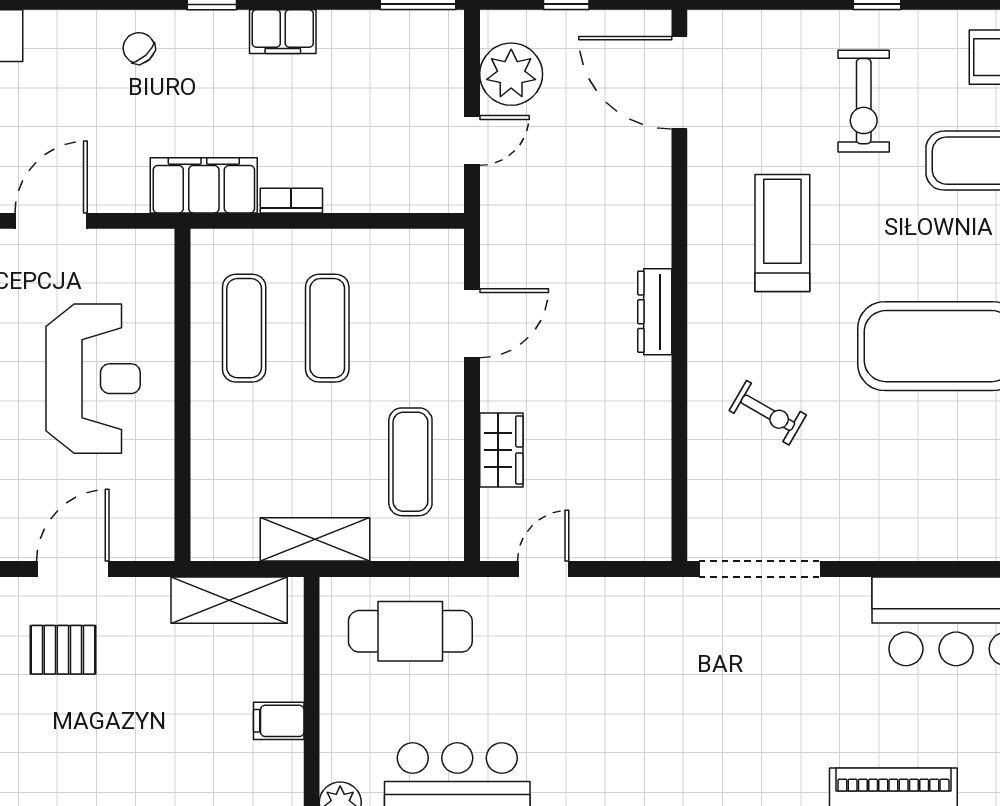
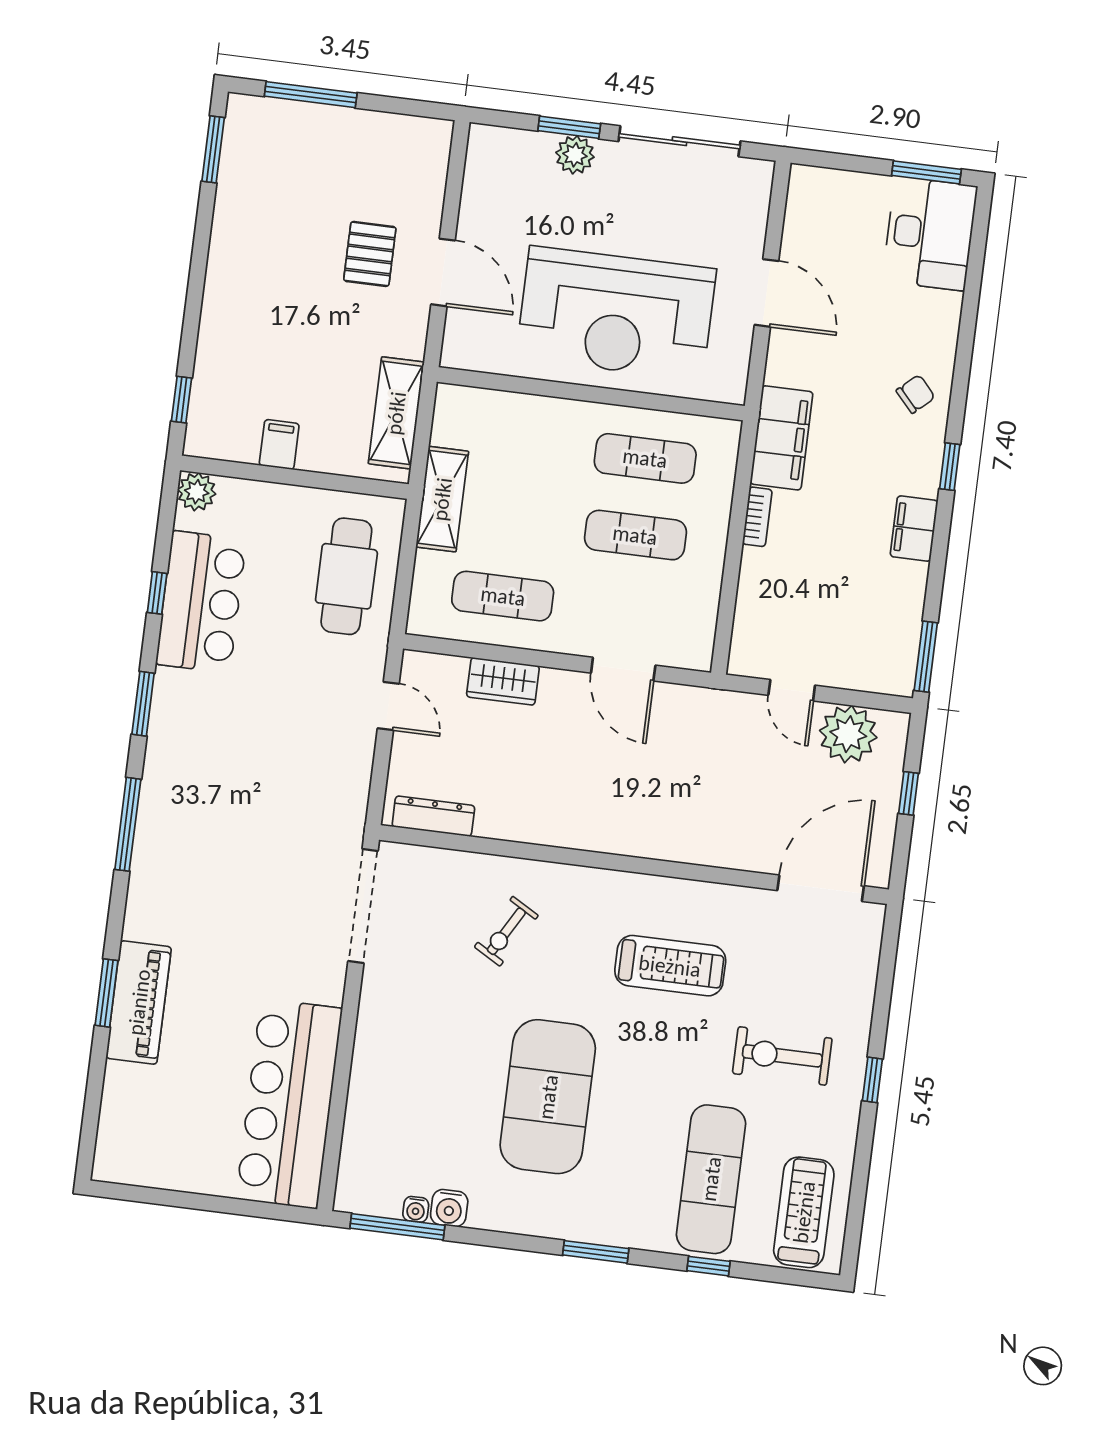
dresser: (655, 312) -> (433, 816), moved
reception desk: (93, 379) -> (616, 313), width x1.36, depth x1.30

